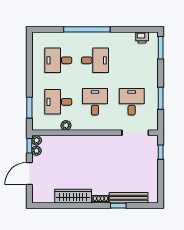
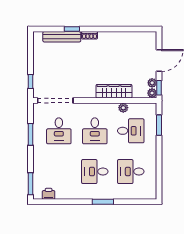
window: (87, 29) -> (103, 202), width x0.47
desk: (58, 60) -> (131, 172), turned 180
doorway: (135, 133) -> (55, 101), width x1.36
wardrobe: (73, 196) -> (114, 91), moved, turned 180

